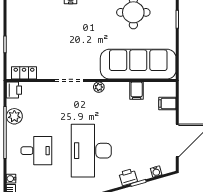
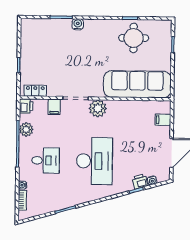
plant: (99, 87) -> (98, 108), width x1.88, depth x1.88
filing cabinet: (137, 91) -> (54, 107), moved
desk: (91, 151) -> (94, 161), turned 180
printer: (128, 177) -> (140, 182), moved

